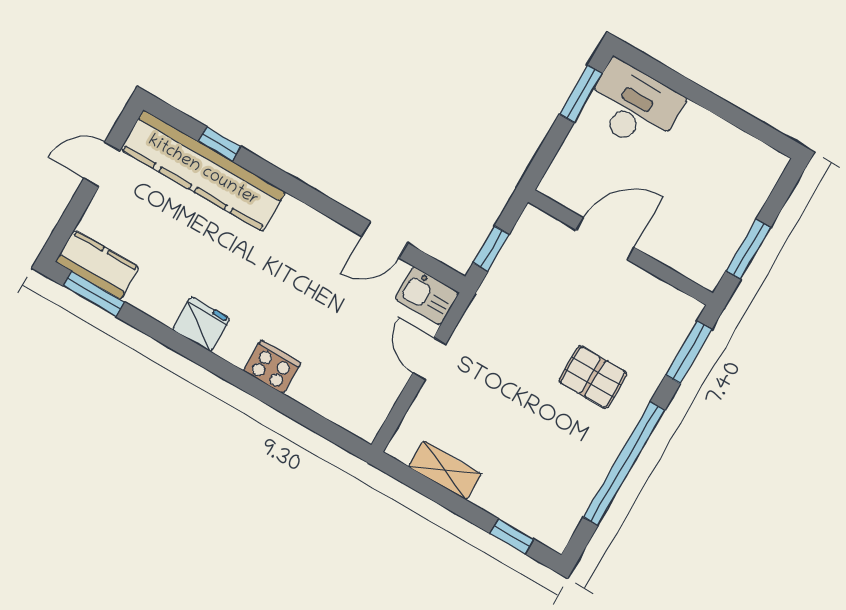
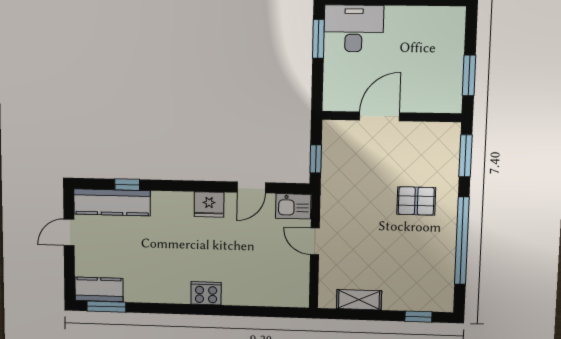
kitchen counter: (203, 171) -> (112, 202), width x0.72, depth x0.86
fridge: (201, 324) -> (209, 204), moved, turned 180
cooker: (272, 367) -> (206, 293), moved

